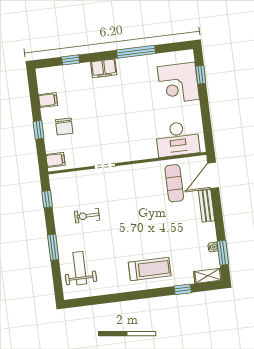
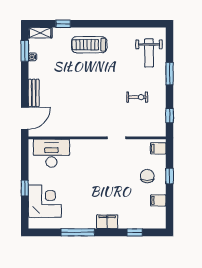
window: (201, 75) -> (25, 188), moved
exercise mat: (174, 183) -> (59, 116), removed

